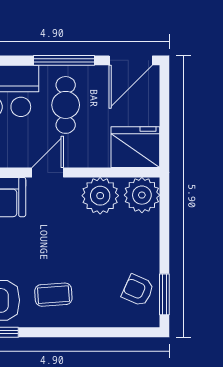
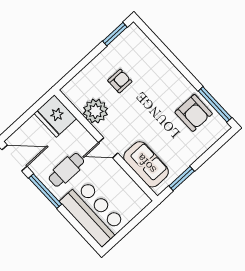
plant: (142, 195) -> (76, 91), removed
armchair: (138, 290) -> (120, 81), moved, turned -114
coffee table: (53, 295) -> (166, 89), removed

